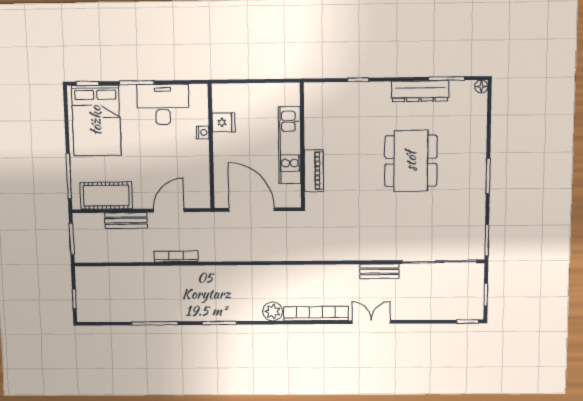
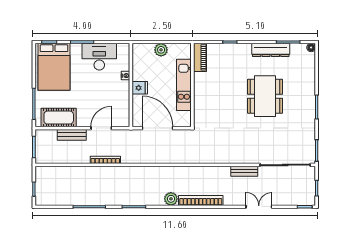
plant: (255, 93) -> (161, 50), added
fridge: (224, 122) -> (140, 88), moved
piano: (314, 171) -> (200, 57), moved
double door: (371, 322) -> (259, 207), moved

